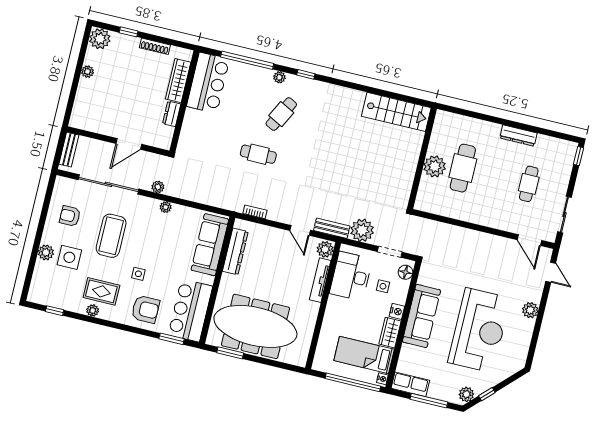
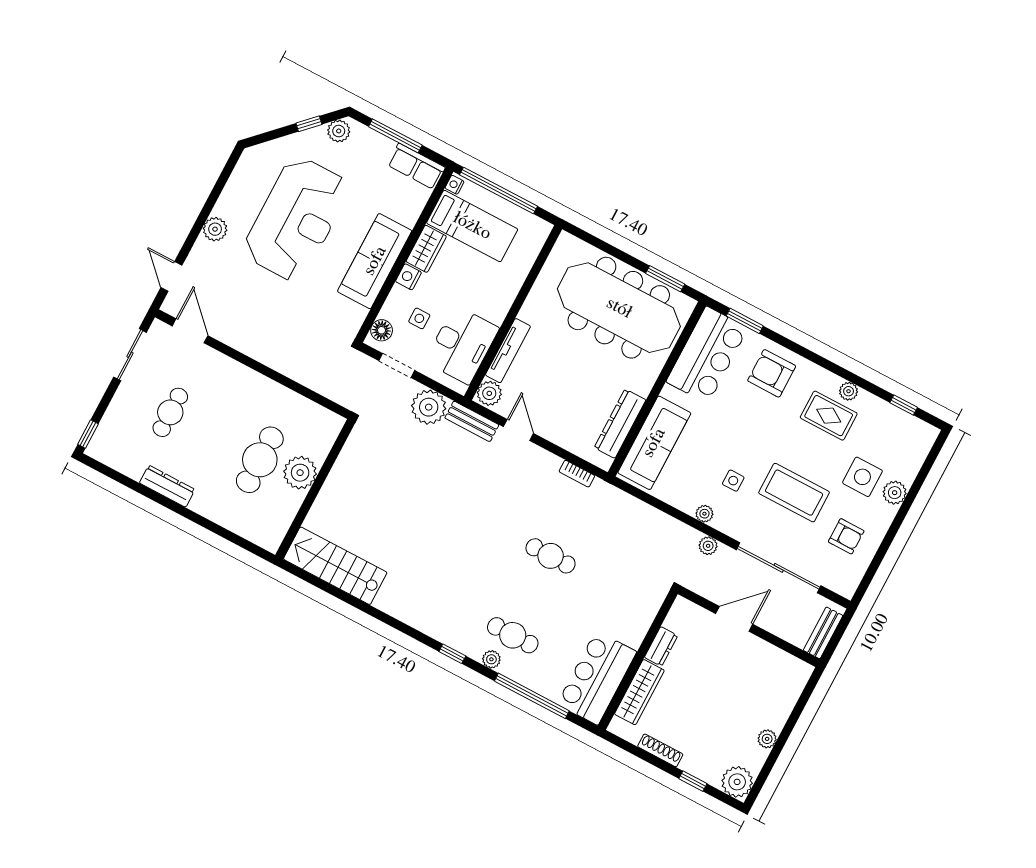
cafe table: (281, 114) -> (513, 635), moved, turned 63
coffee table: (111, 236) -> (794, 493), turned 90
side table: (138, 274) -> (733, 481), moved
reception desk: (479, 330) -> (296, 219), turned 180

